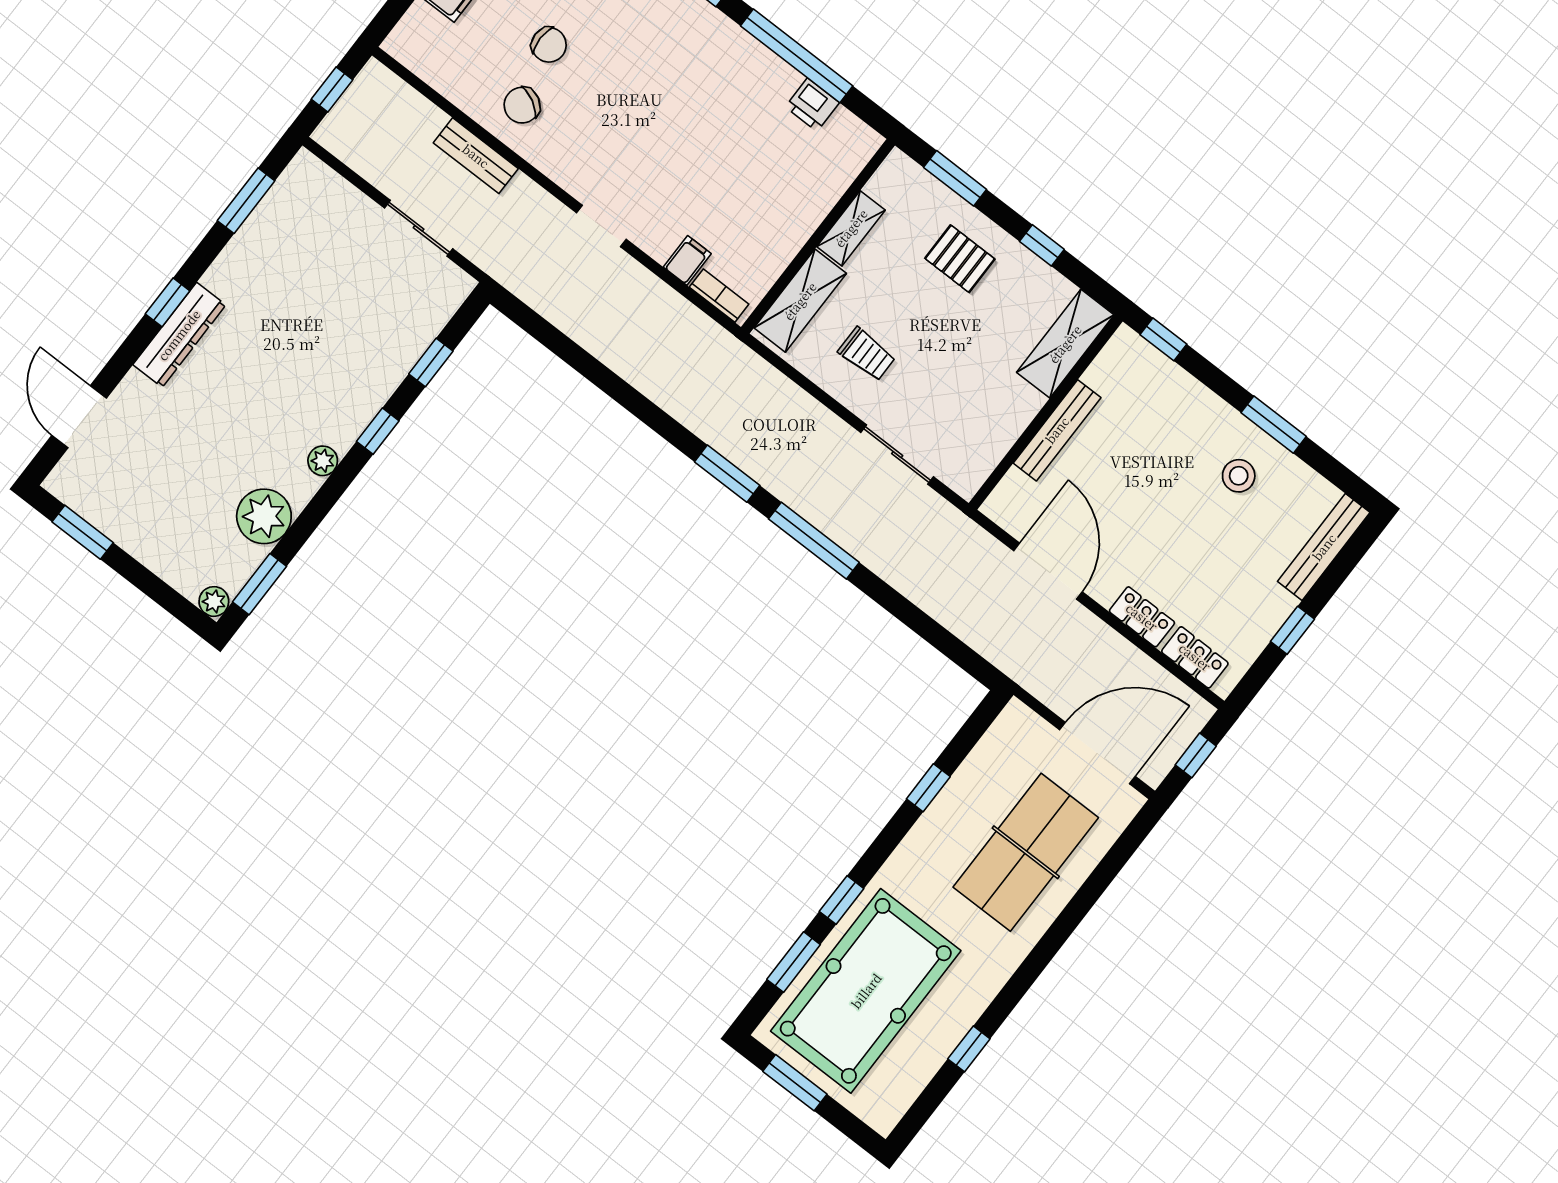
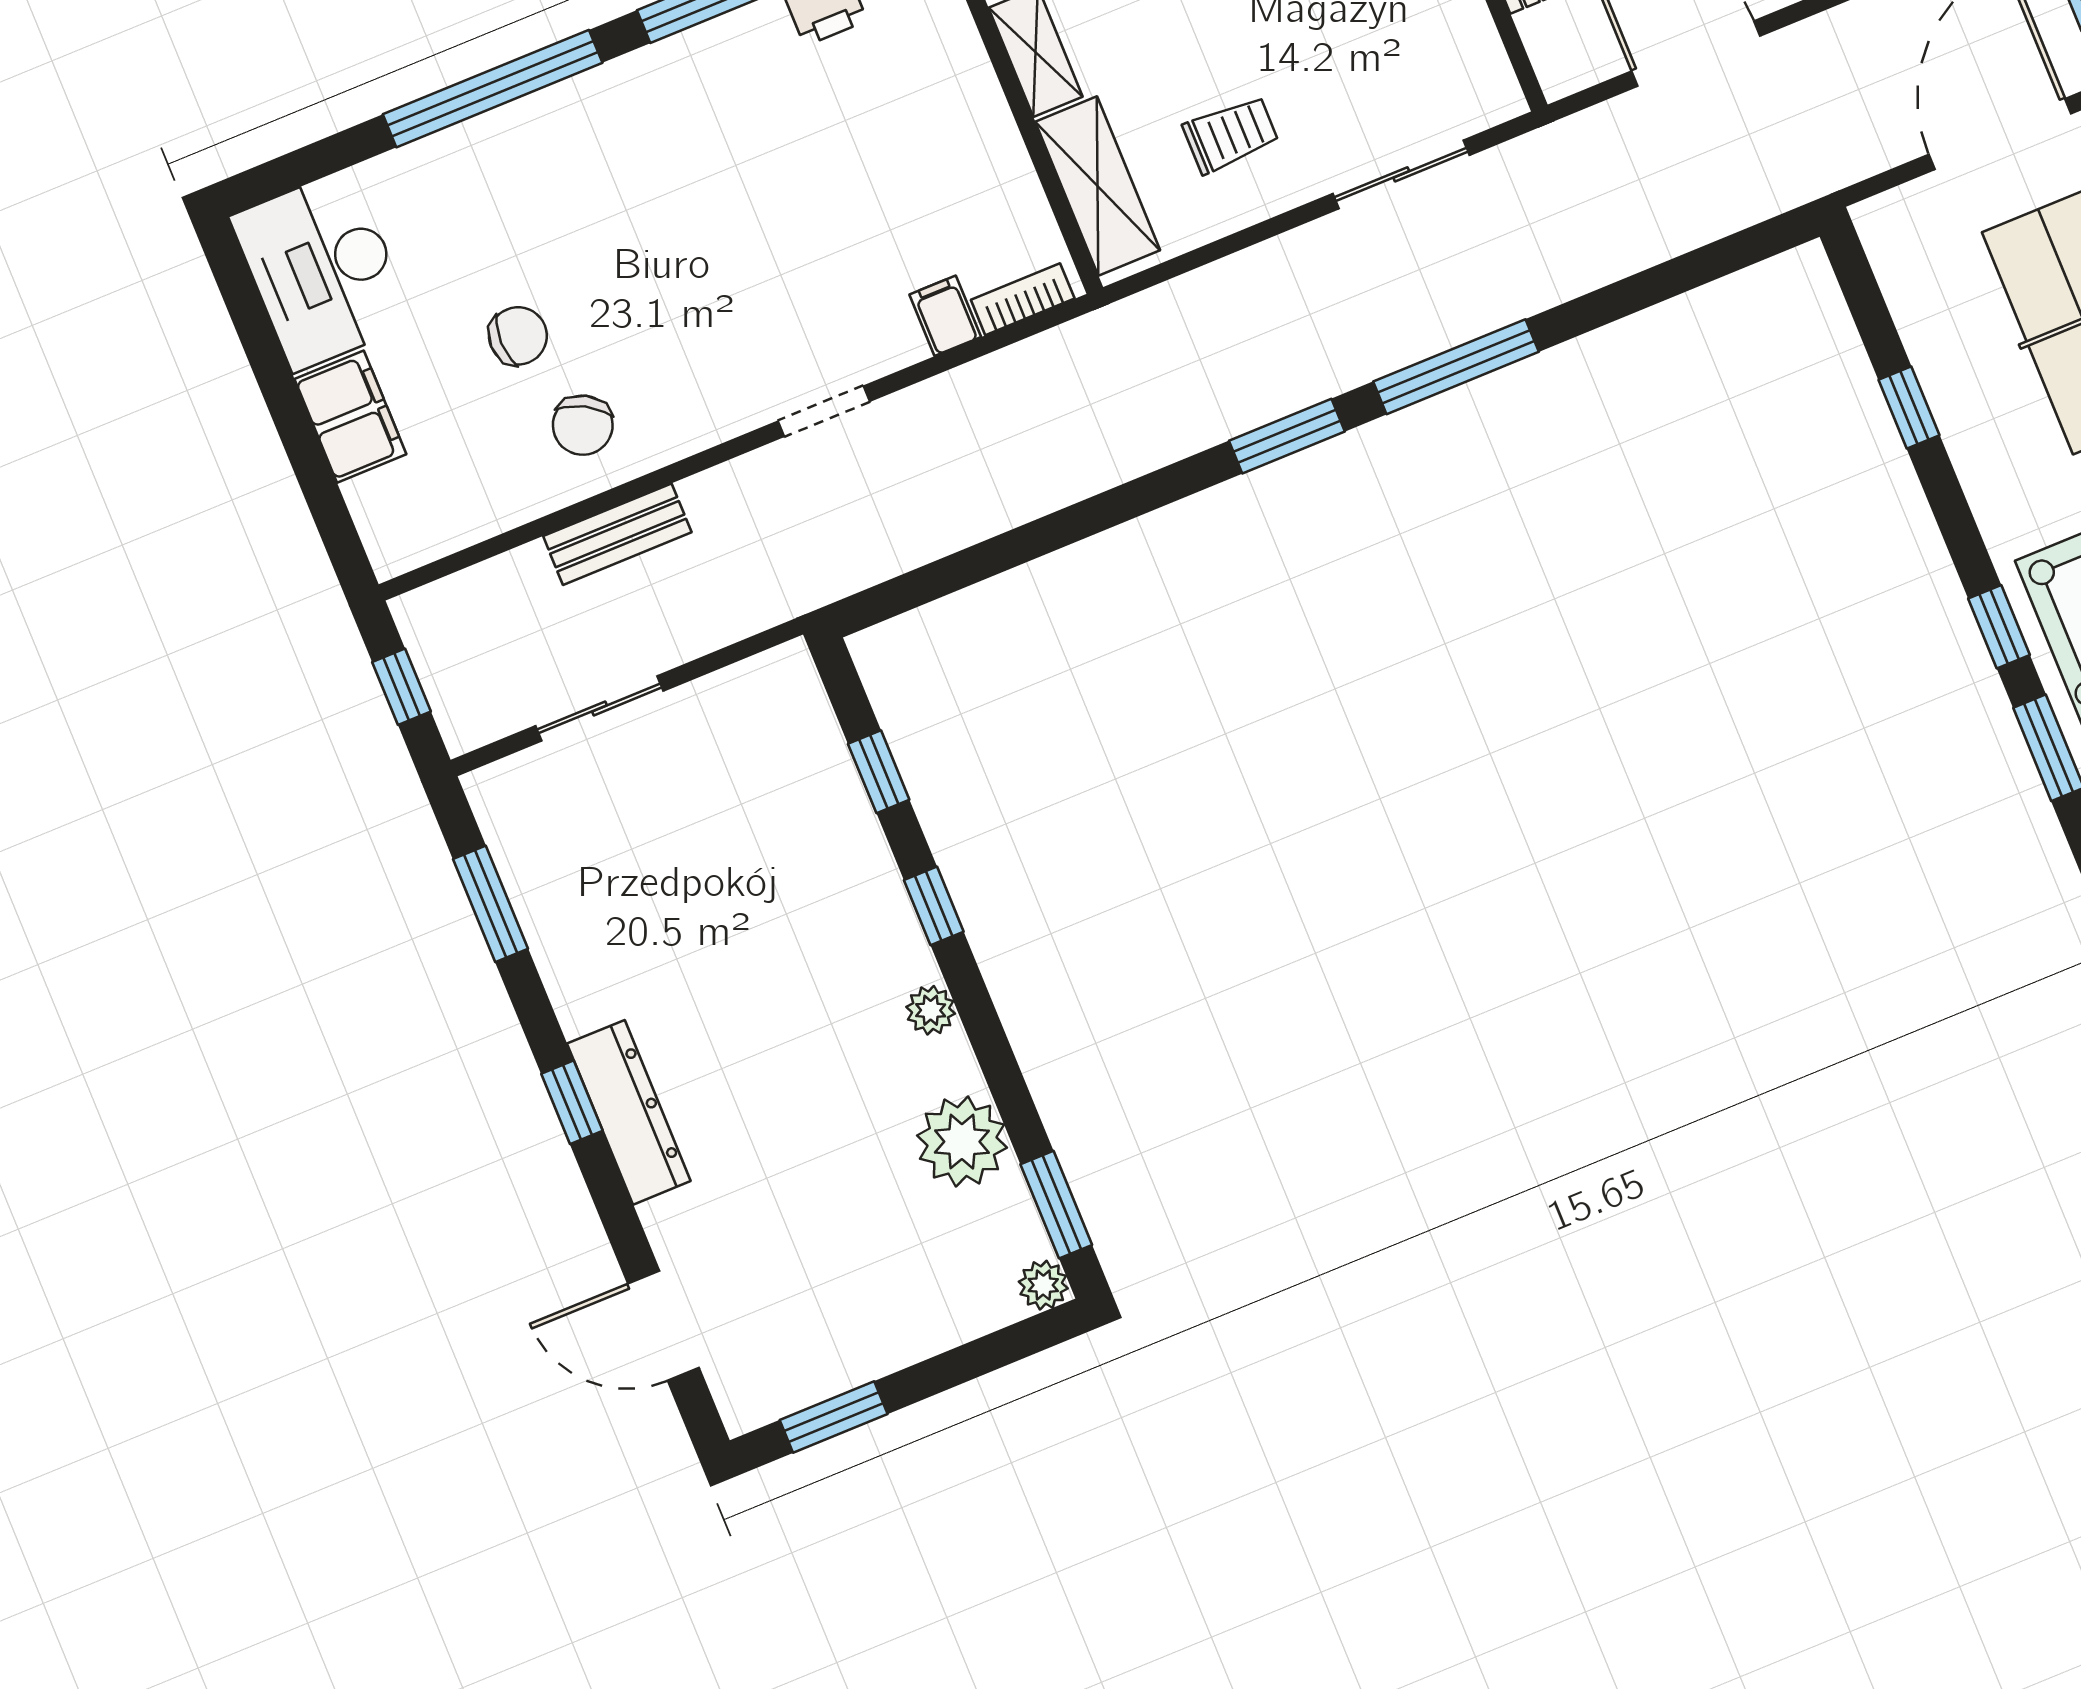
sliding door: (419, 228) -> (599, 708), moved

